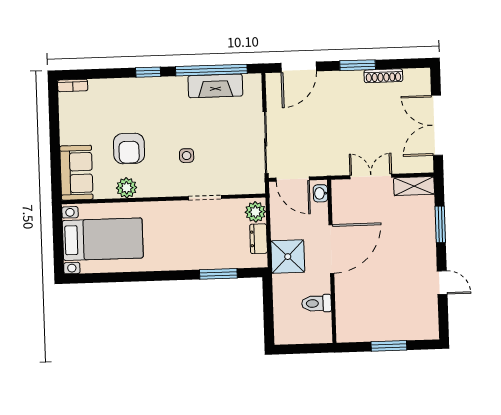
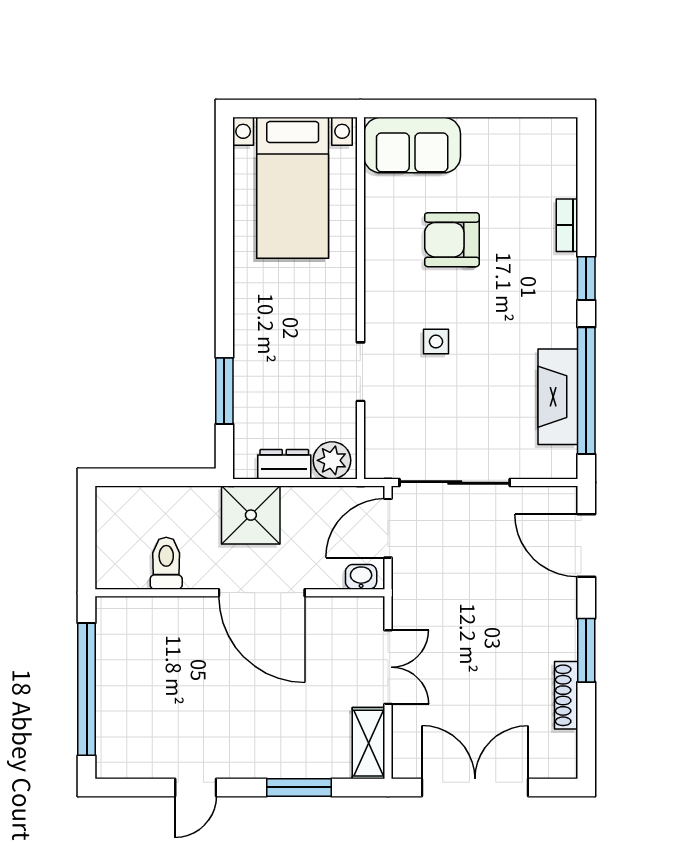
bookcase: (73, 85) -> (567, 225), moved
plant: (127, 188) -> (382, 233), removed
window: (389, 346) -> (87, 689), width x2.11

